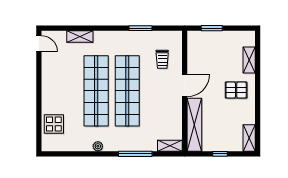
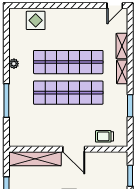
trolley: (162, 59) -> (105, 136), moved
shelving: (170, 146) -> (122, 72), moved

